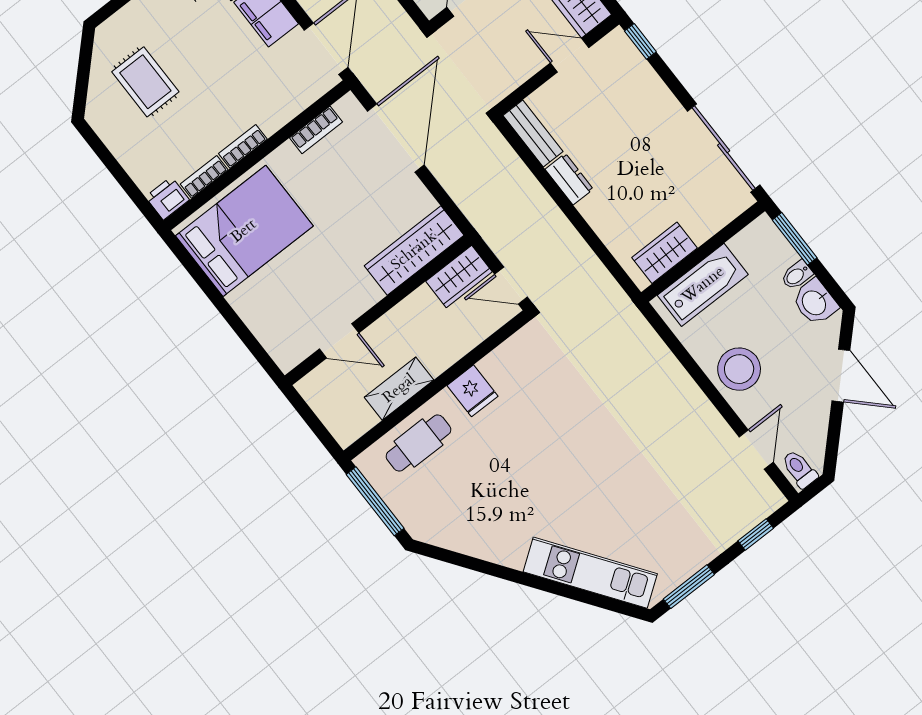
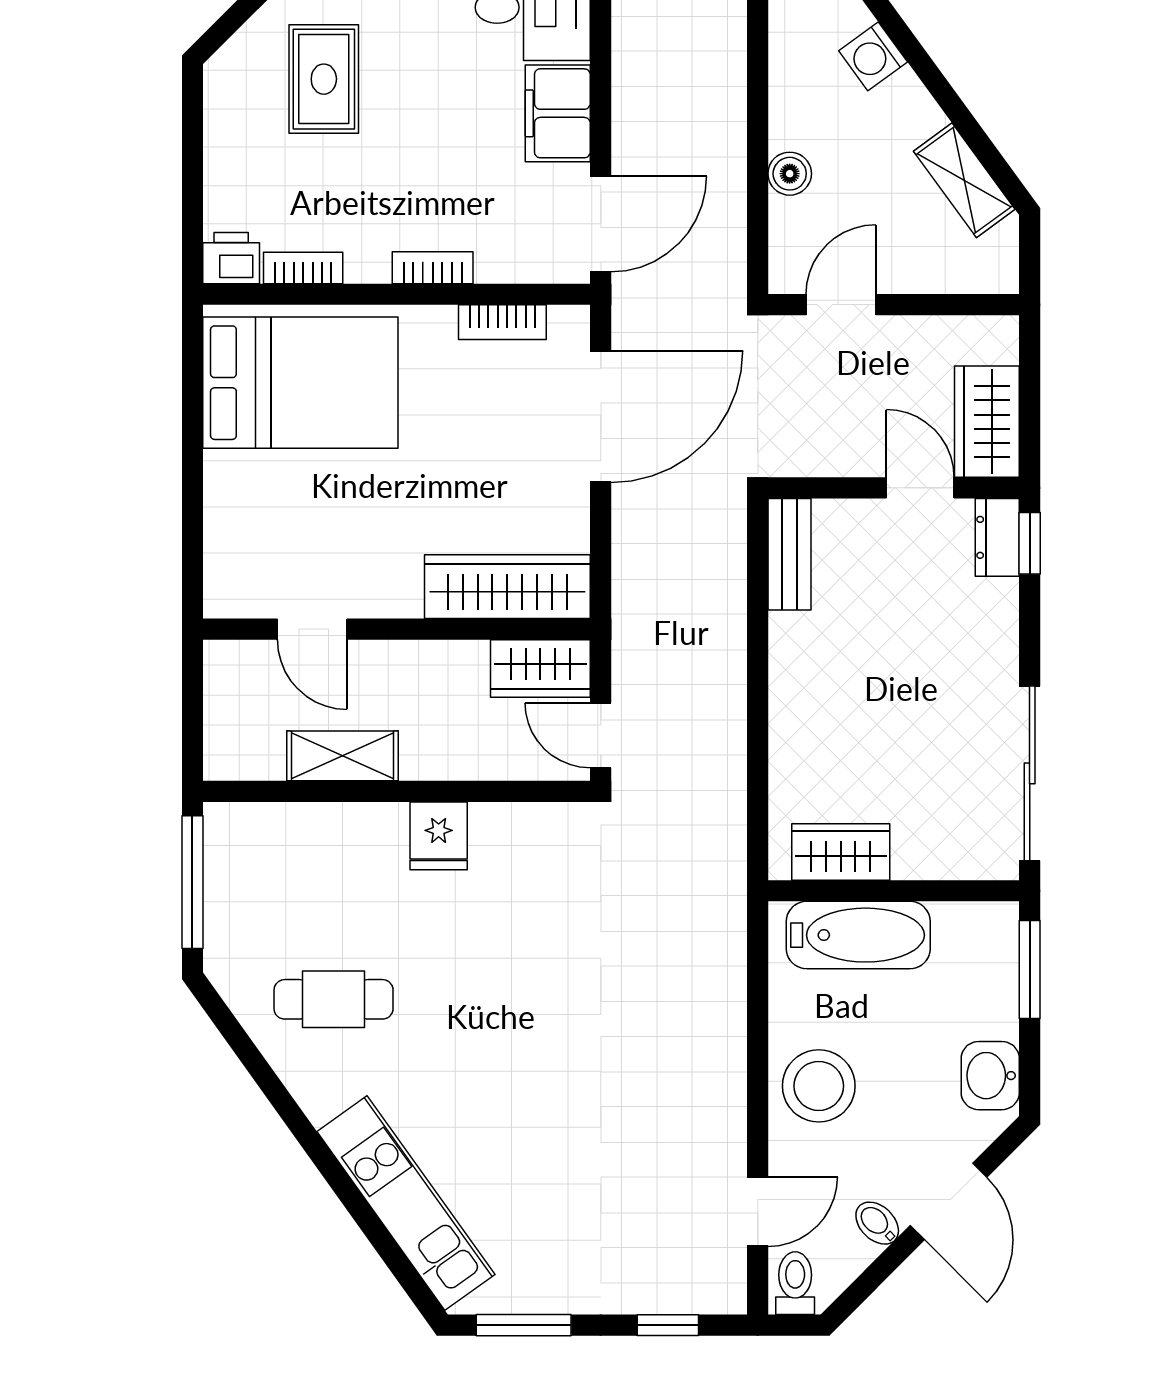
bookcase: (243, 146) -> (433, 268), moved
dresser: (569, 179) -> (997, 537), moved, turned 180
bidet: (797, 275) -> (877, 1223), moved, turned 45
cafe table: (418, 443) -> (334, 999), moved

